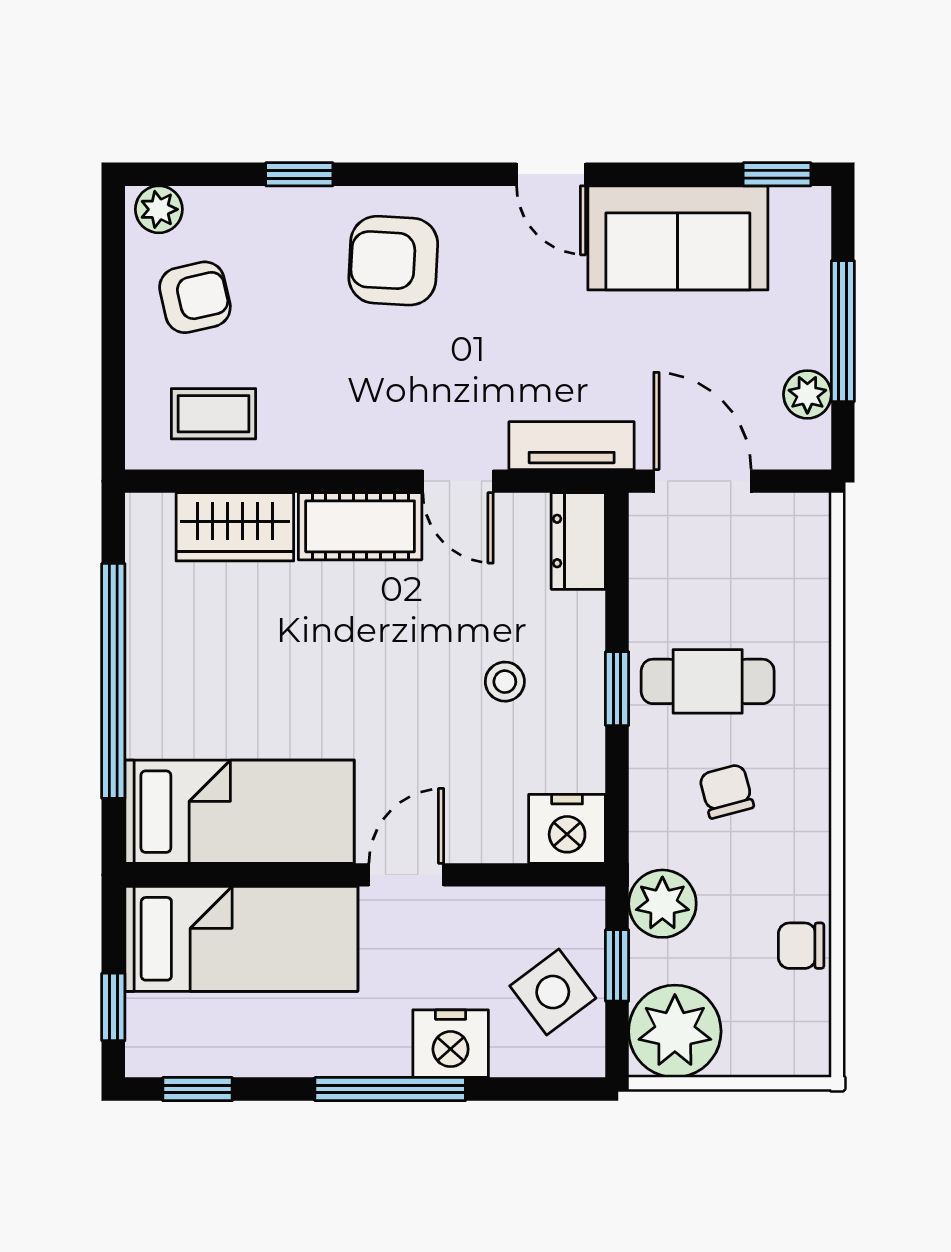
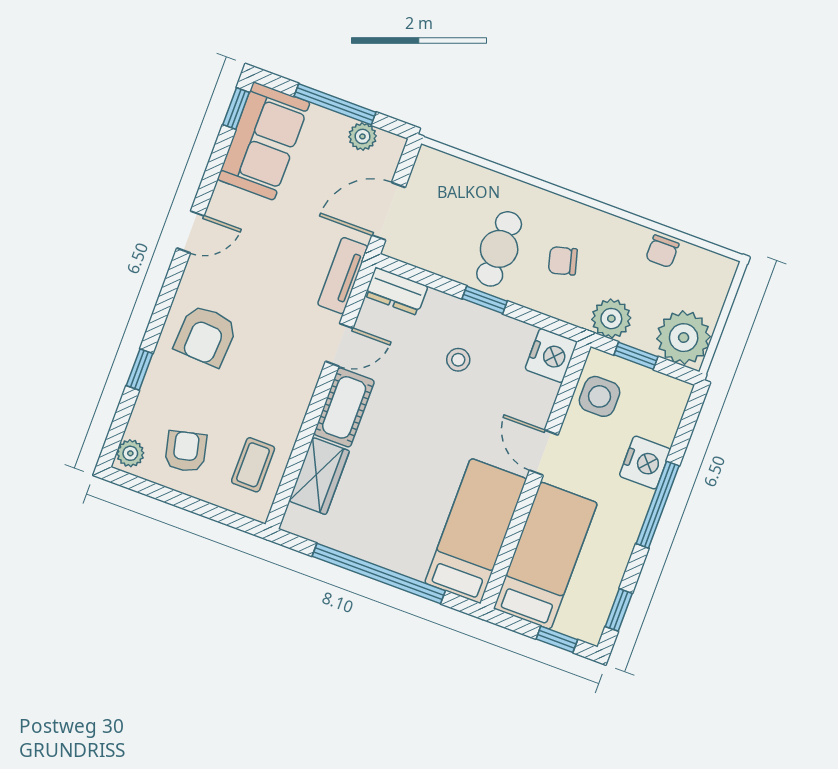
sofa: (678, 238) -> (264, 141), moved
side table: (553, 992) -> (600, 396), moved, turned 37

